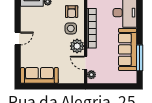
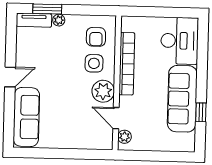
window: (140, 58) -> (201, 112), width x0.46
sofa: (39, 75) -> (26, 117), moved, turned 90

